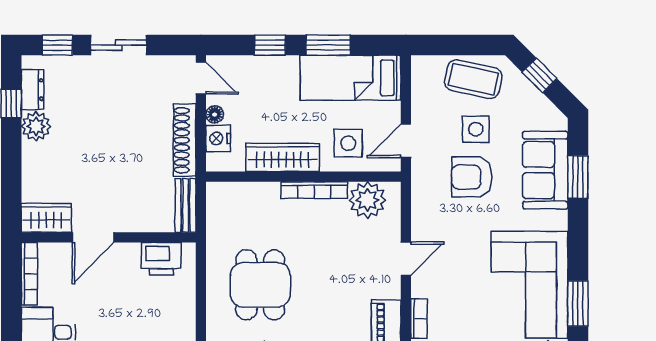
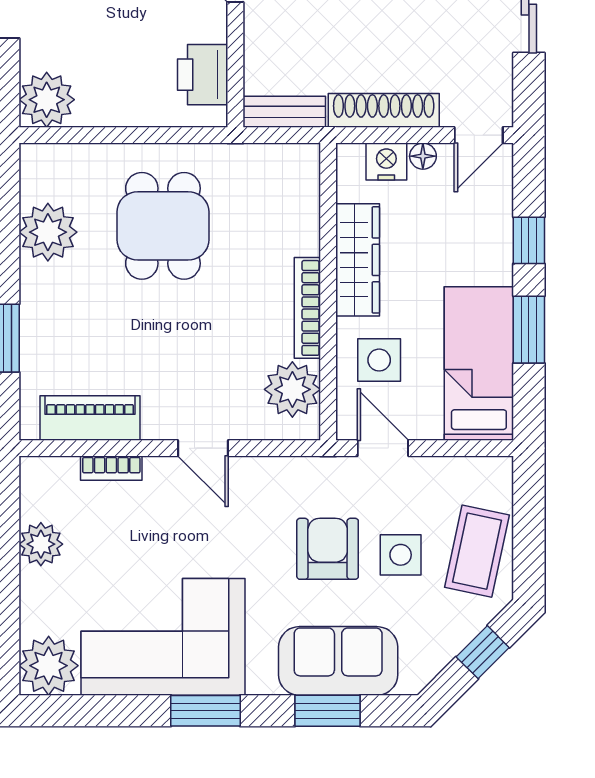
dining table: (260, 285) -> (163, 226), turned 90
window: (578, 304) -> (205, 711), moved

